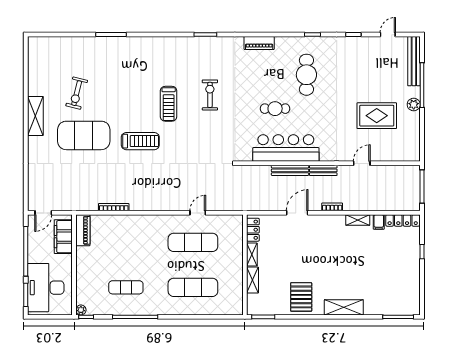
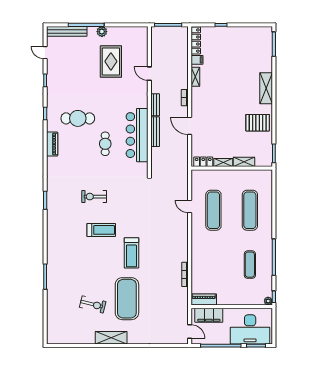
piano: (259, 43) -> (52, 144), moved
treadmill: (140, 141) -> (131, 253), turned 180

